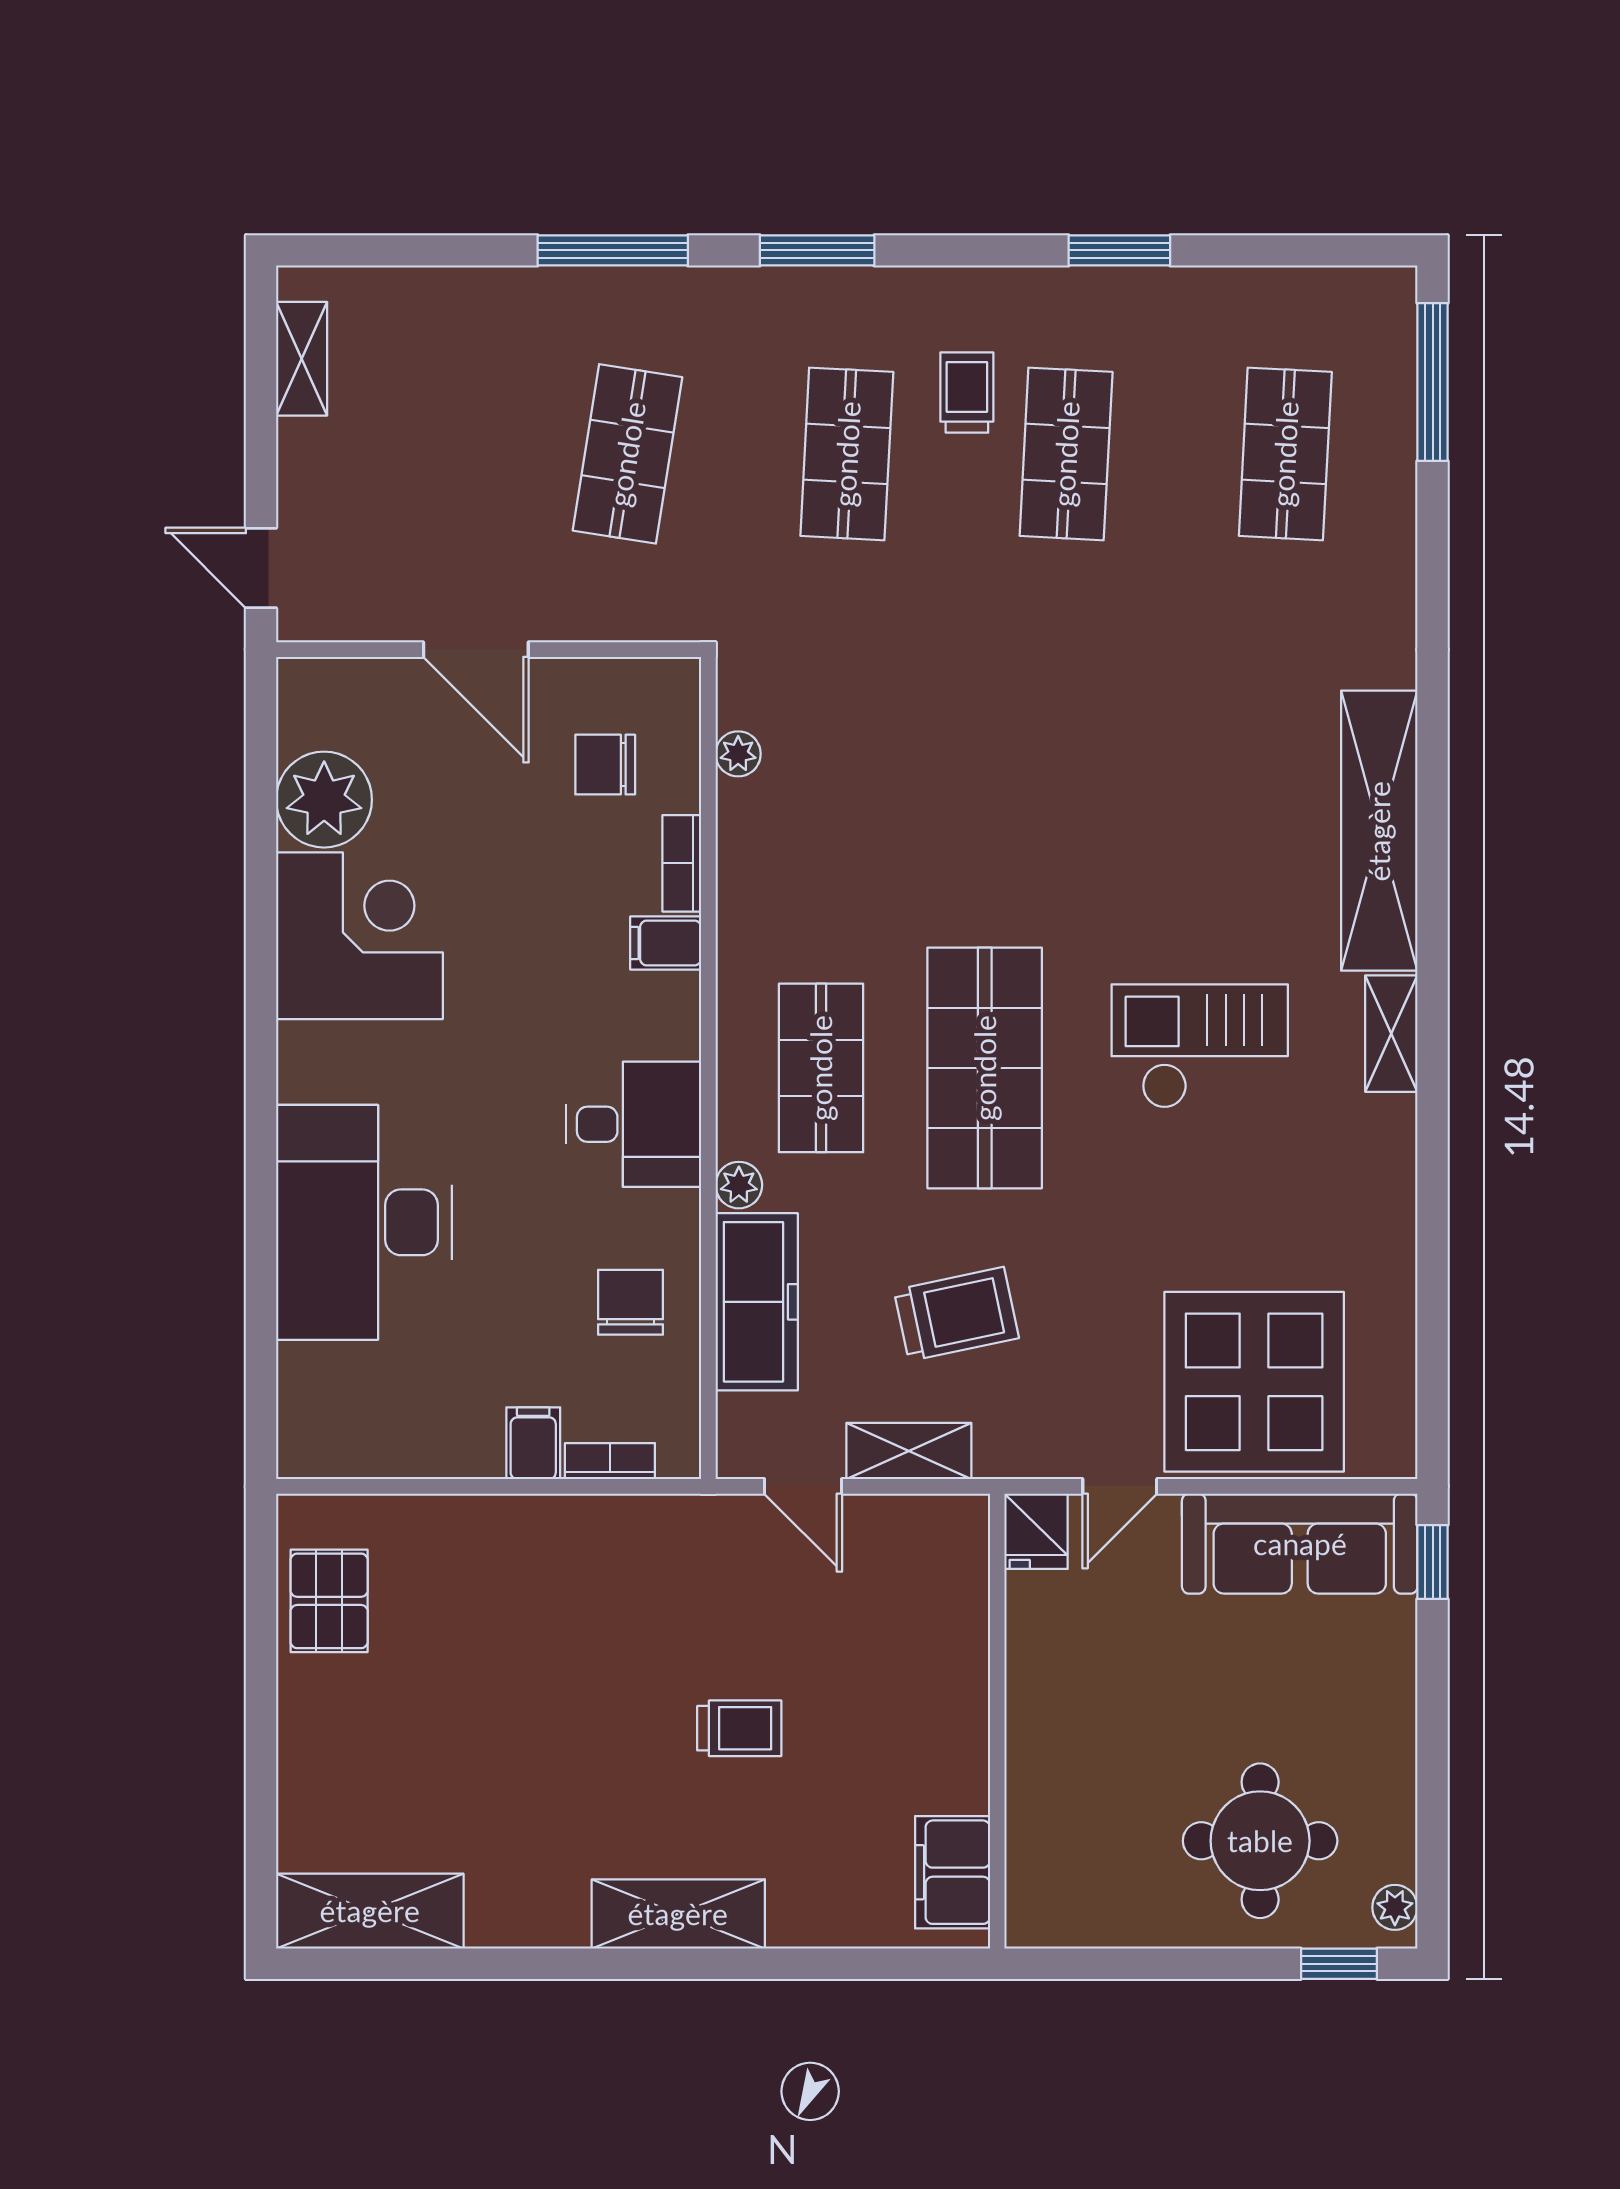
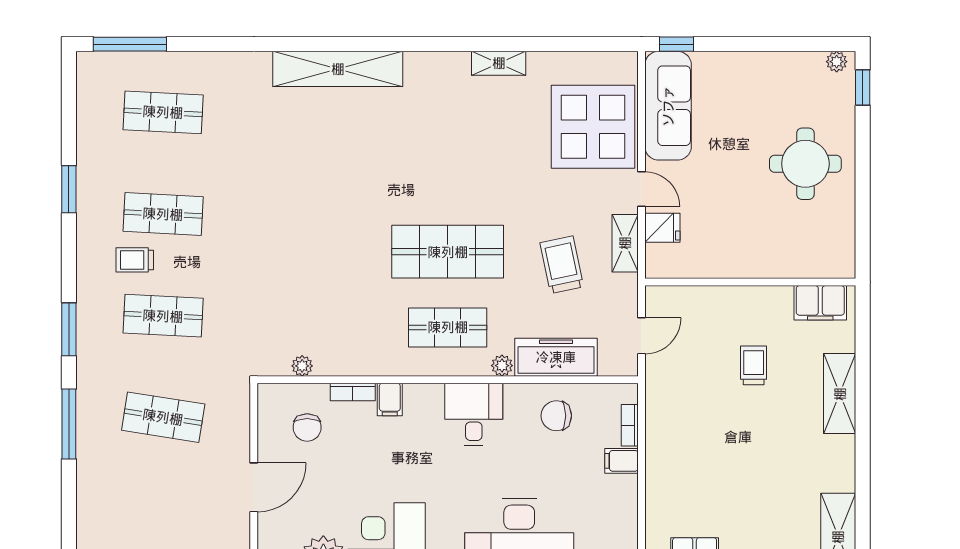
shelving: (1391, 1034) -> (499, 63), moved
checkout: (1200, 1046) -> (438, 152), removed
shelving: (909, 1451) -> (625, 243), moved
wall: (997, 1721) -> (750, 282), moved
round table: (1260, 1841) -> (805, 164), moved
filing cabinet: (953, 1872) -> (820, 303), moved

